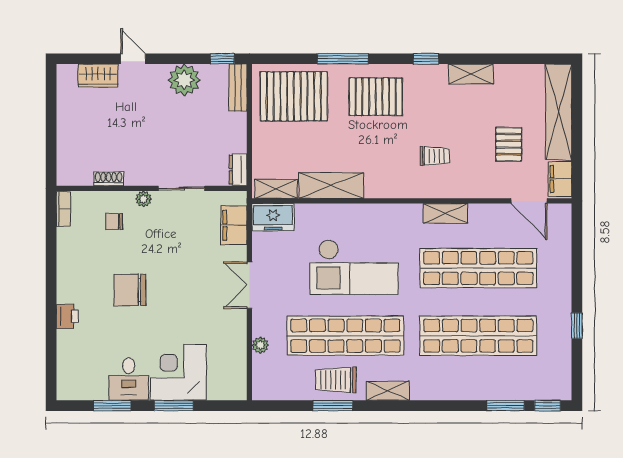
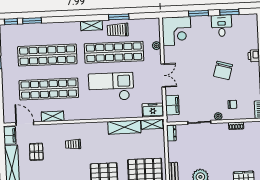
shelving: (445, 213) -> (53, 116), moved
chair: (130, 290) -> (223, 70), turned 106
corner desk: (178, 372) -> (177, 31), moved
trolley: (336, 380) -> (118, 30), turned 180

